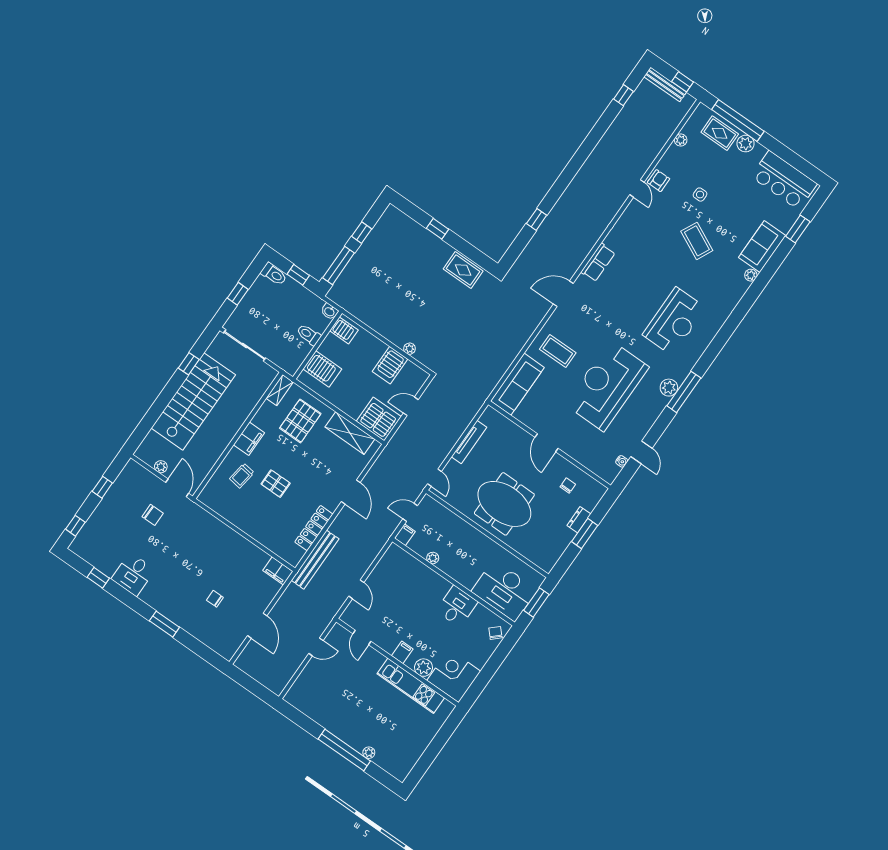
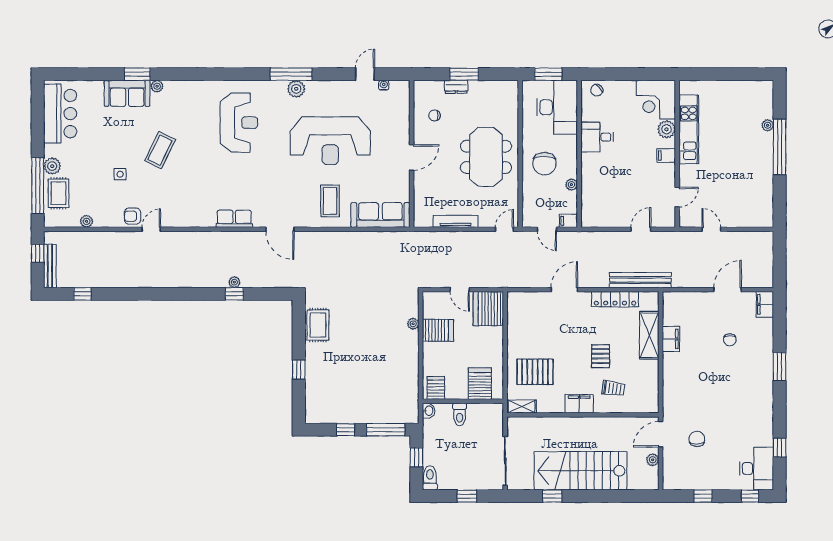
plant: (546, 226) -> (234, 282), added
window: (798, 229) -> (137, 74), moved
reception desk: (674, 321) -> (239, 123), turned 90
shelving: (350, 433) -> (649, 335), moved
chair: (465, 548) -> (544, 164), added
filing cabinet: (278, 571) -> (671, 339), moved
desk: (133, 574) -> (757, 469), moved, width x1.37
filing cabinet: (224, 648) -> (765, 304), added

